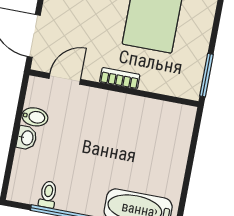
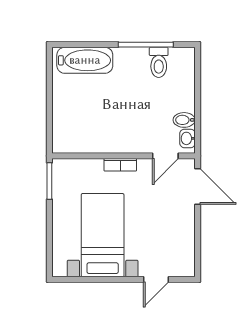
washbasin: (27, 138) -> (187, 138), moved
toilet: (48, 194) -> (159, 62), width x1.37, depth x1.39

